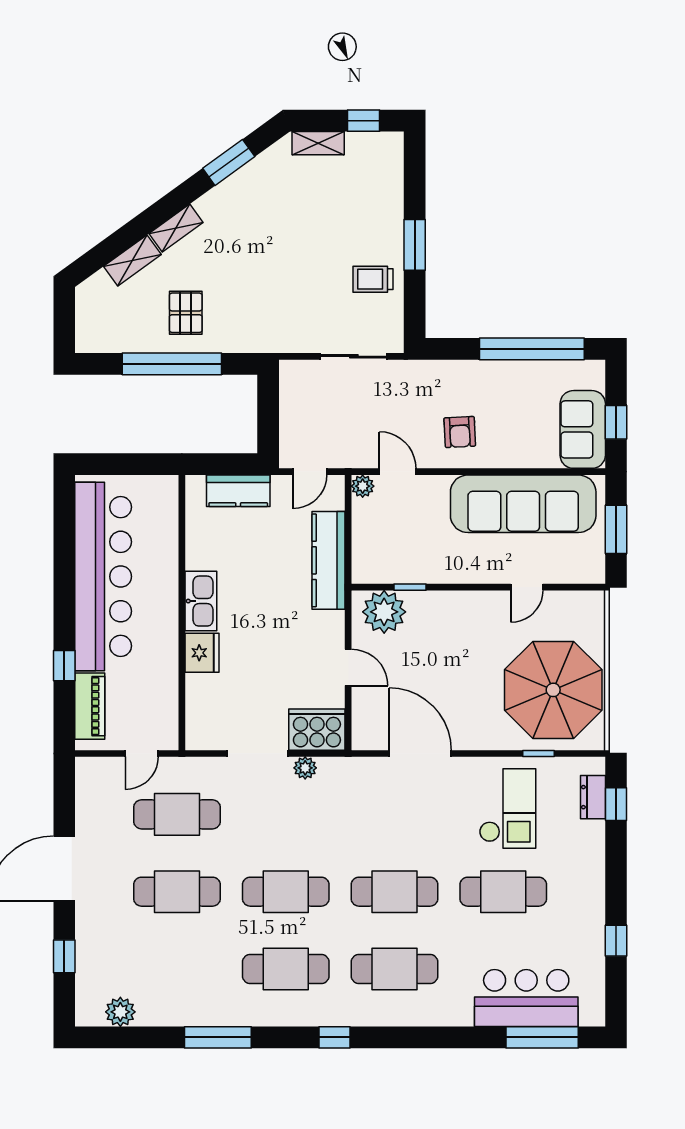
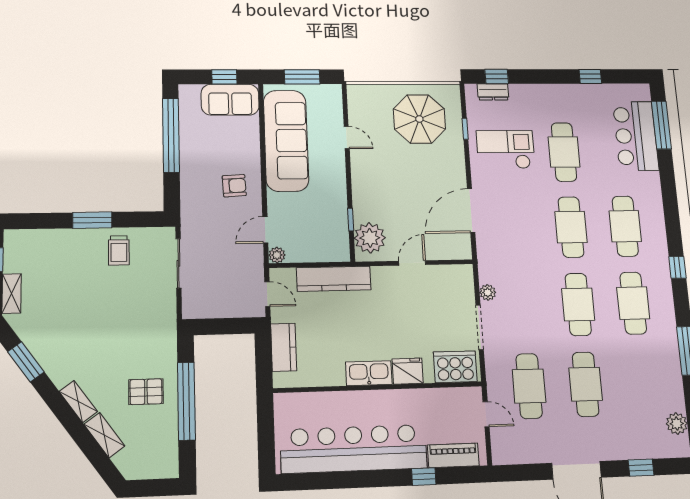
parasol: (553, 690) -> (419, 119), width x0.73, depth x0.73
cooker: (317, 730) -> (455, 367), moved, turned 90

